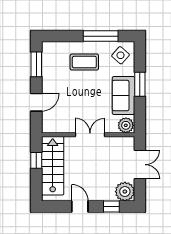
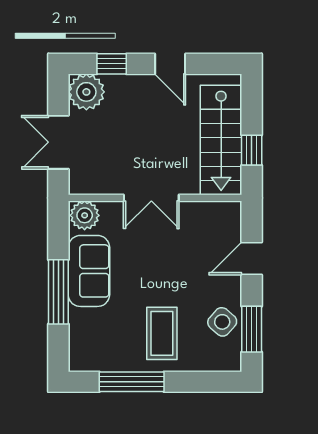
side table: (121, 55) -> (222, 322), moved
coffee table: (84, 62) -> (162, 333), turned 90
window: (140, 84) -> (58, 292), width x1.44

